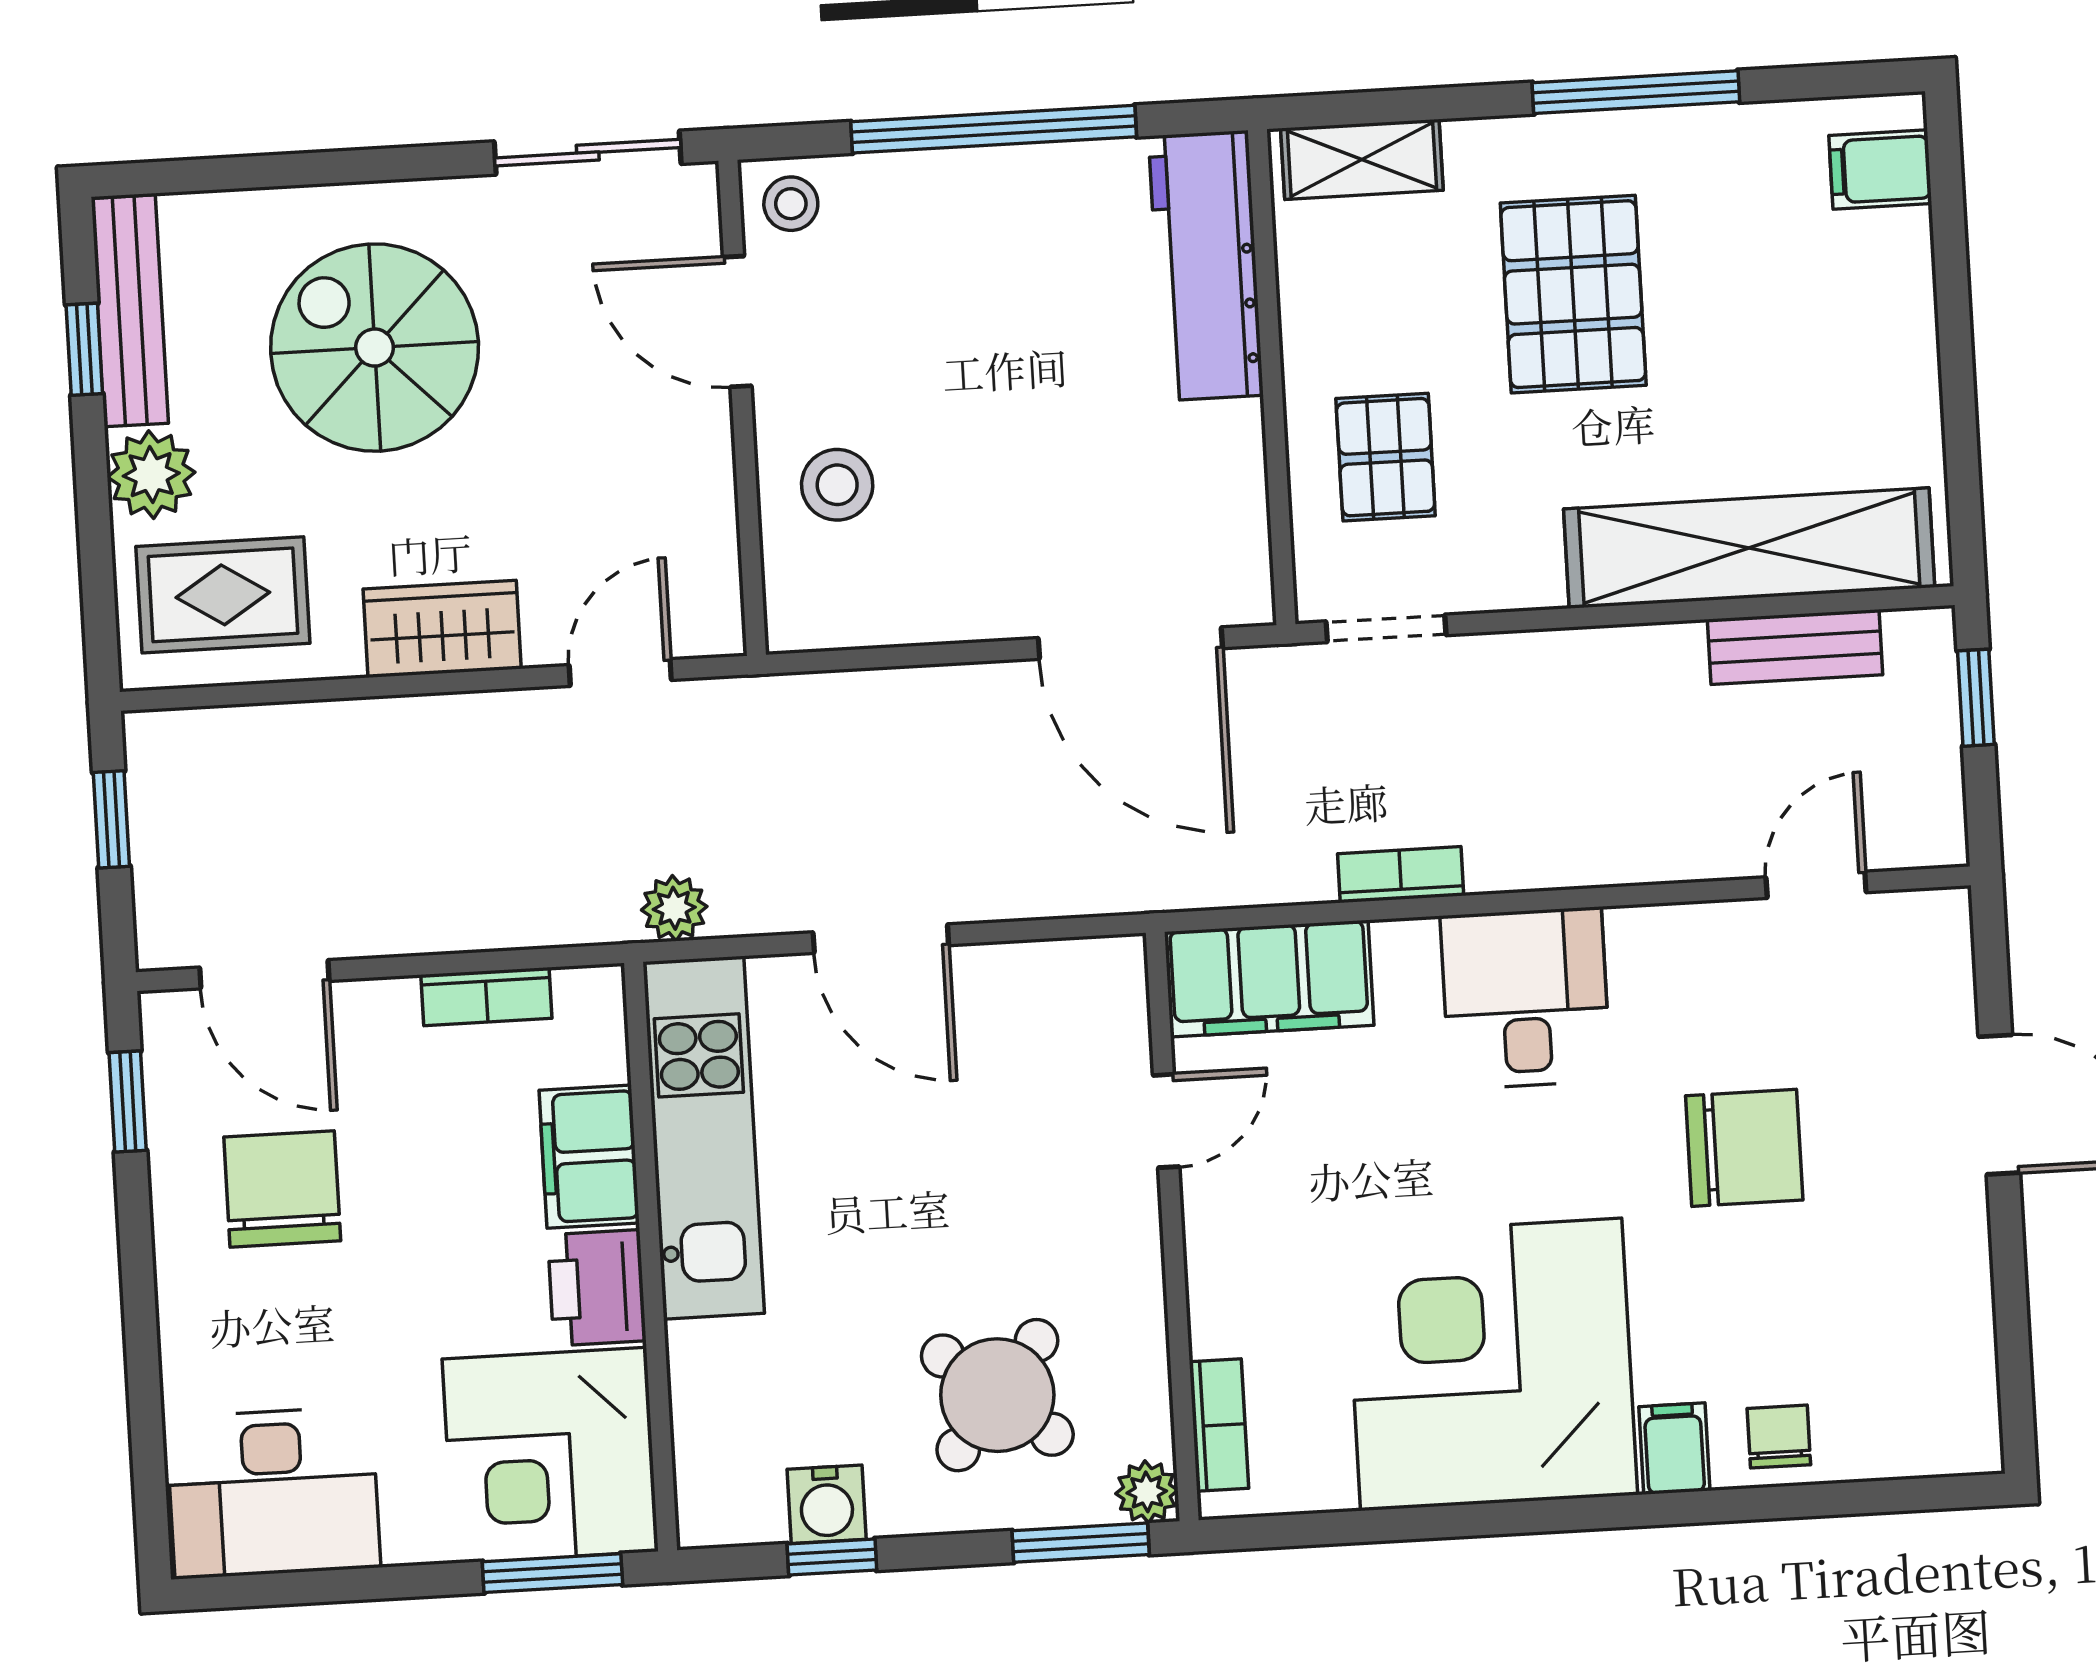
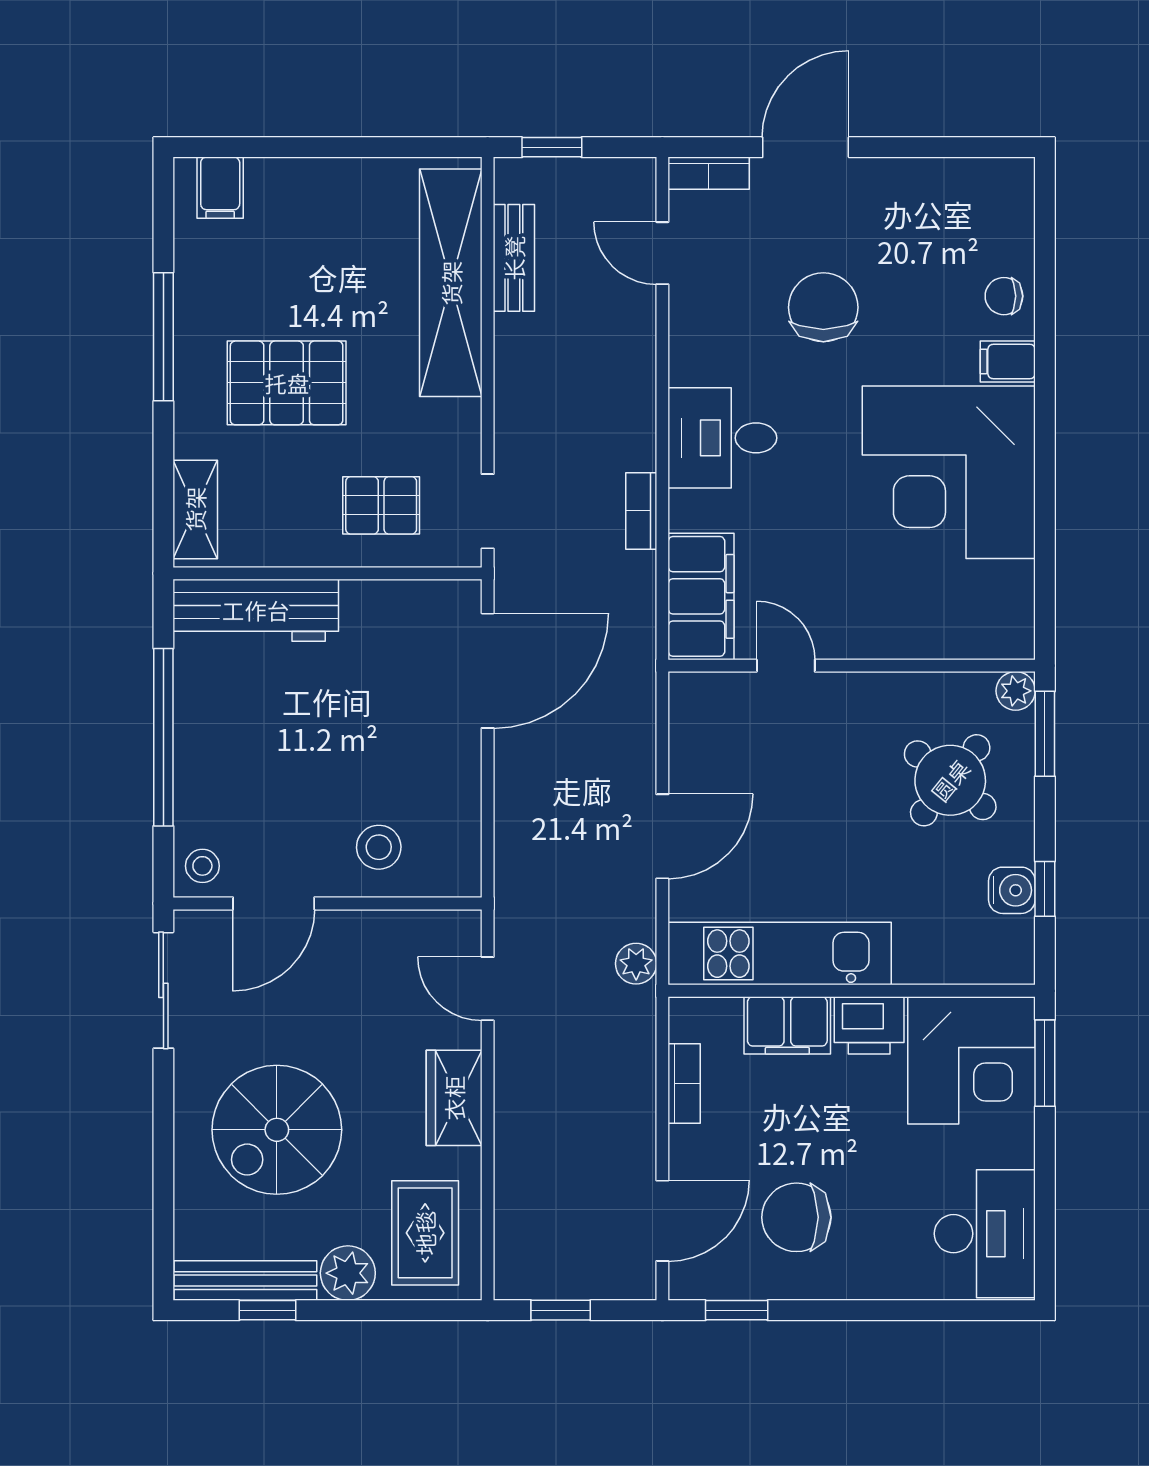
bookcase: (1219, 1425) -> (709, 173), moved, turned 180

